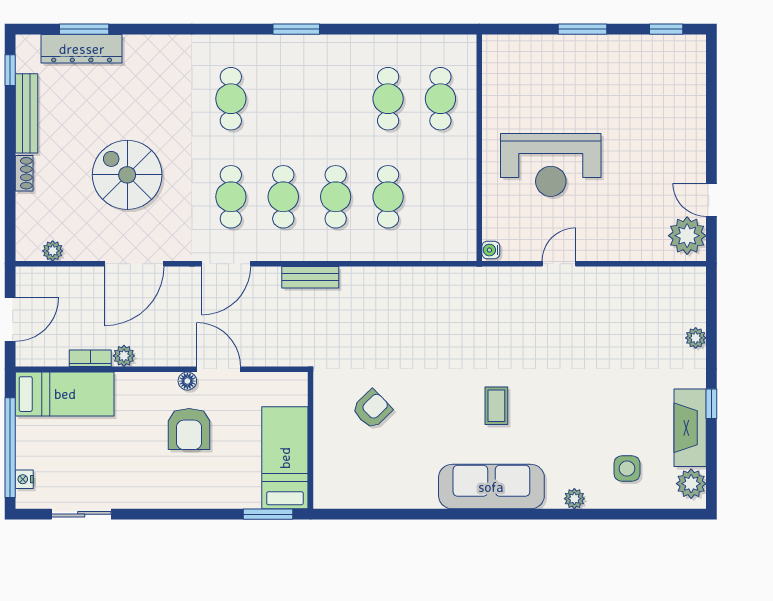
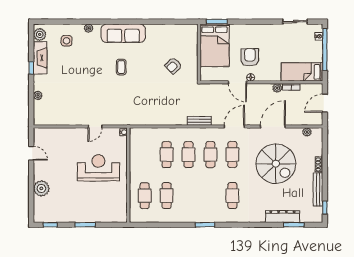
dresser: (82, 49) -> (283, 216), moved
spiral stairs: (127, 175) -> (276, 164), width x1.37, depth x1.37
plant: (687, 236) -> (41, 188), moved
bed: (285, 458) -> (215, 45), width x1.50

